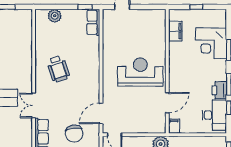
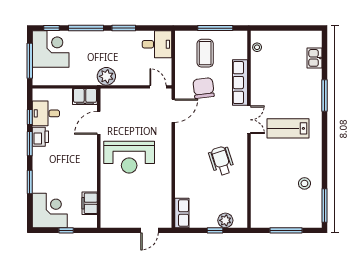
window: (85, 7) -> (215, 230), moved
corner desk: (211, 43) -> (50, 210), moved
desk: (214, 115) -> (46, 113), width x0.73
filing cabinet: (174, 126) -> (85, 97), width x2.00

